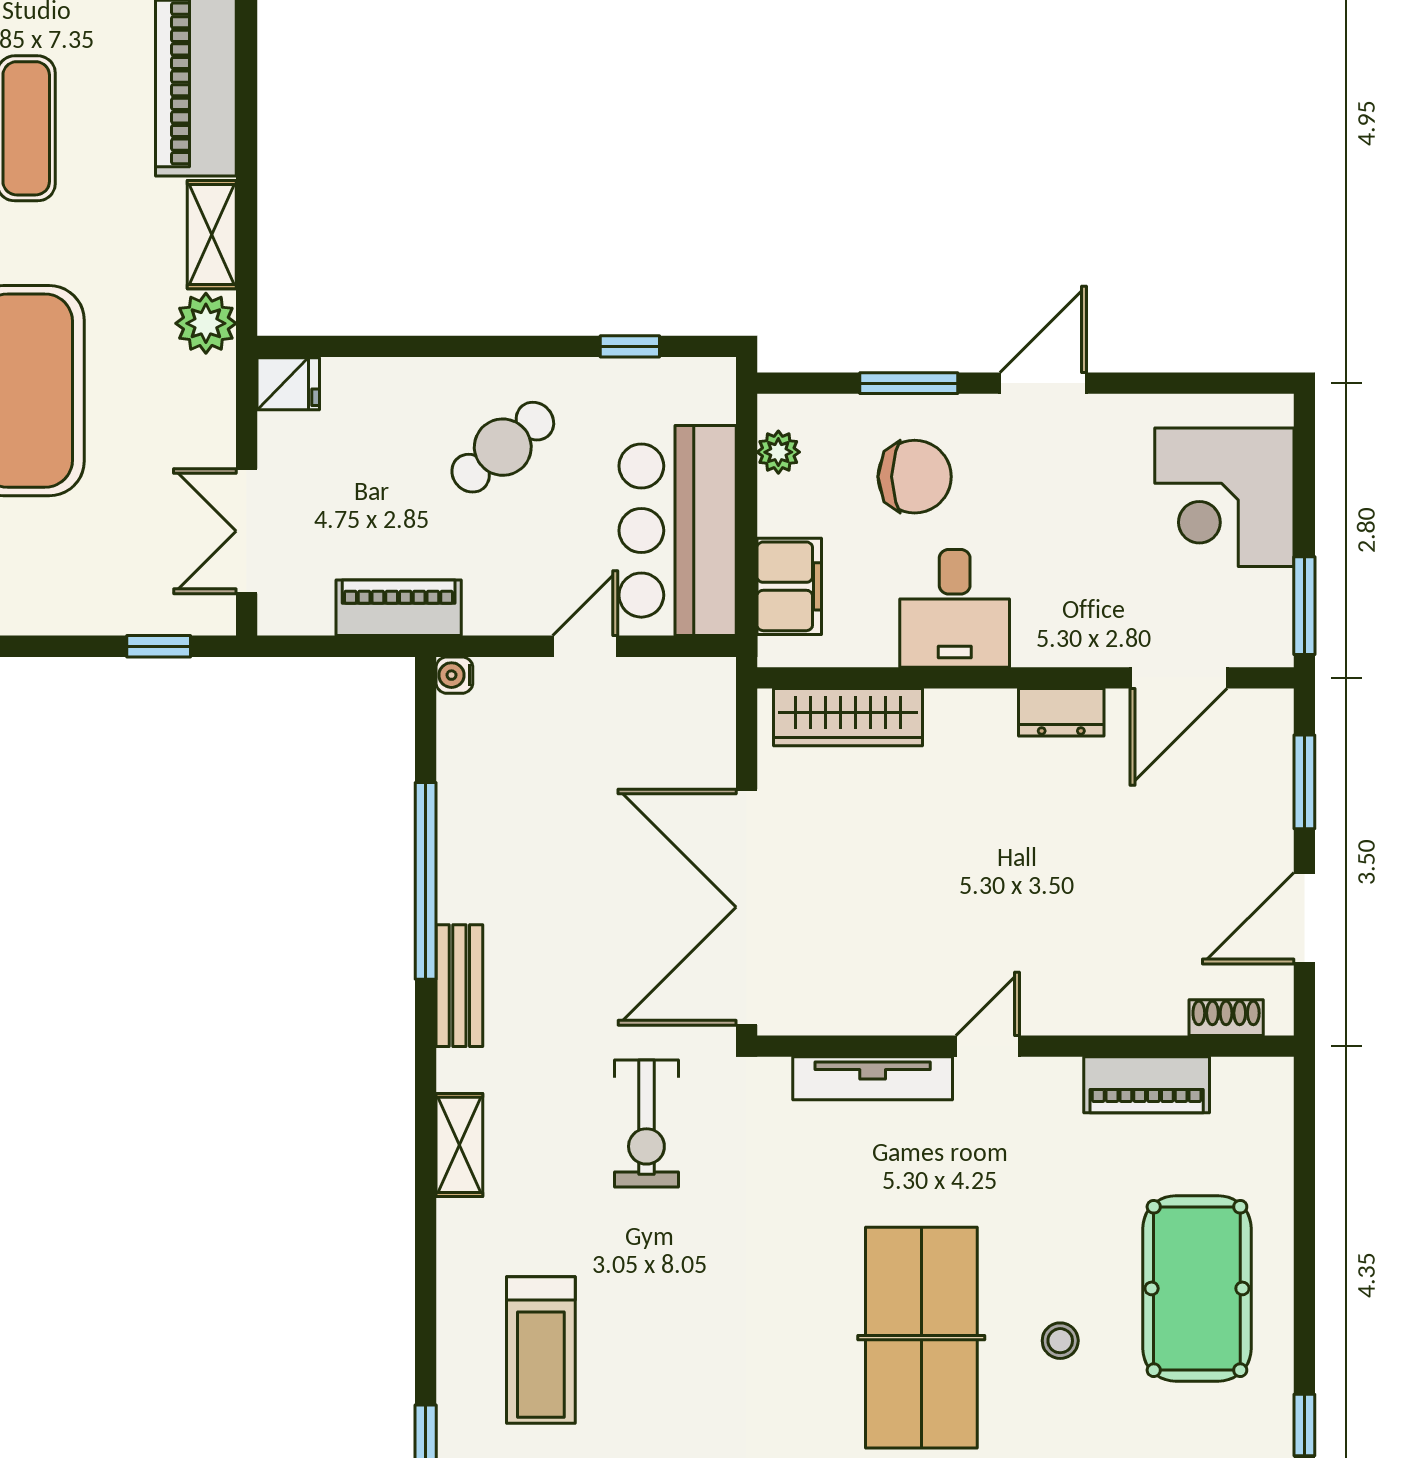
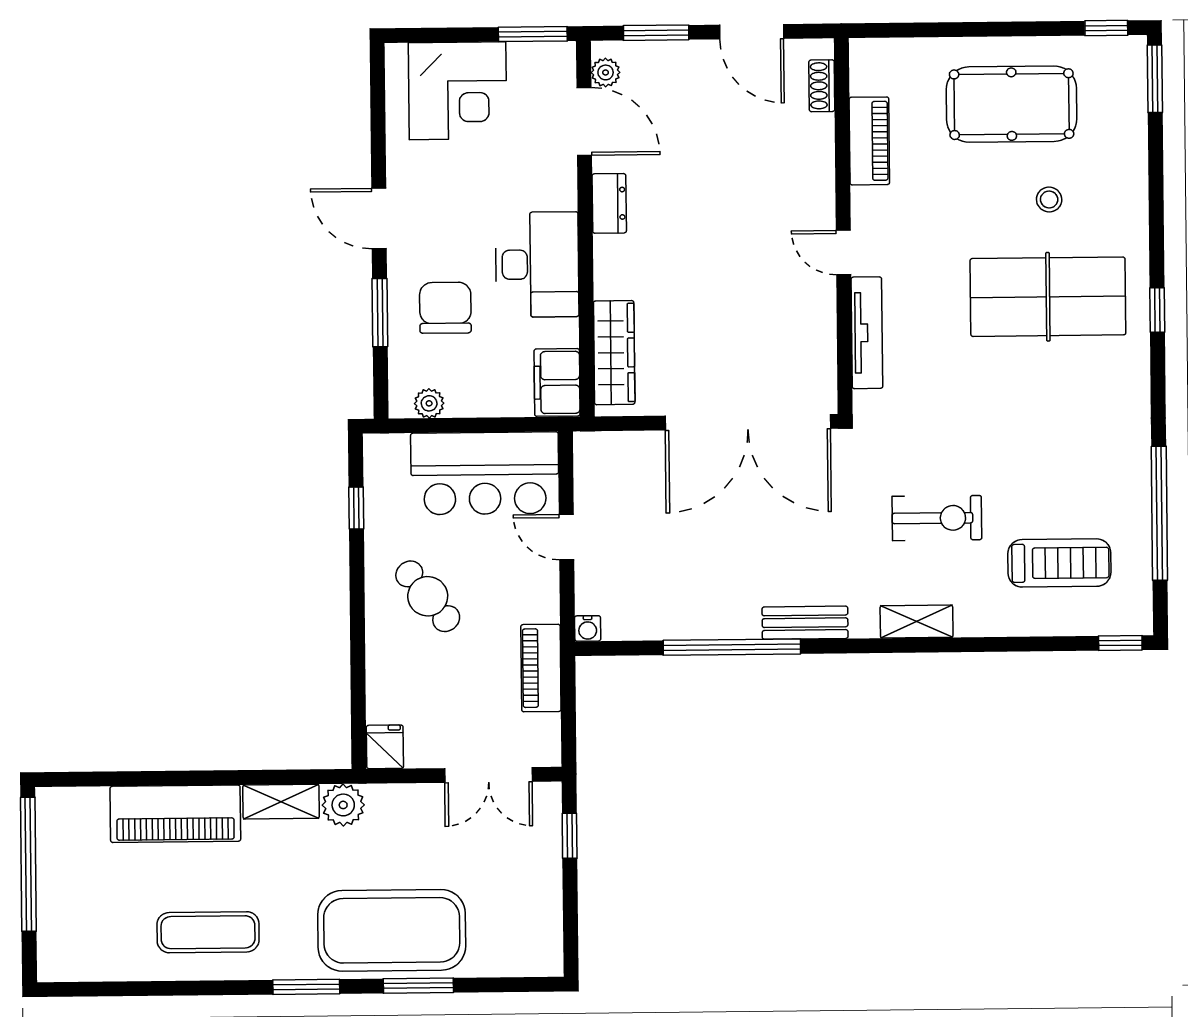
filing cabinet: (789, 586) -> (557, 382), moved, turned -90
desk: (955, 608) -> (537, 264), width x1.37
plant: (1248, 709) -> (606, 72), added
exercise bike: (646, 1123) -> (937, 518), moved

